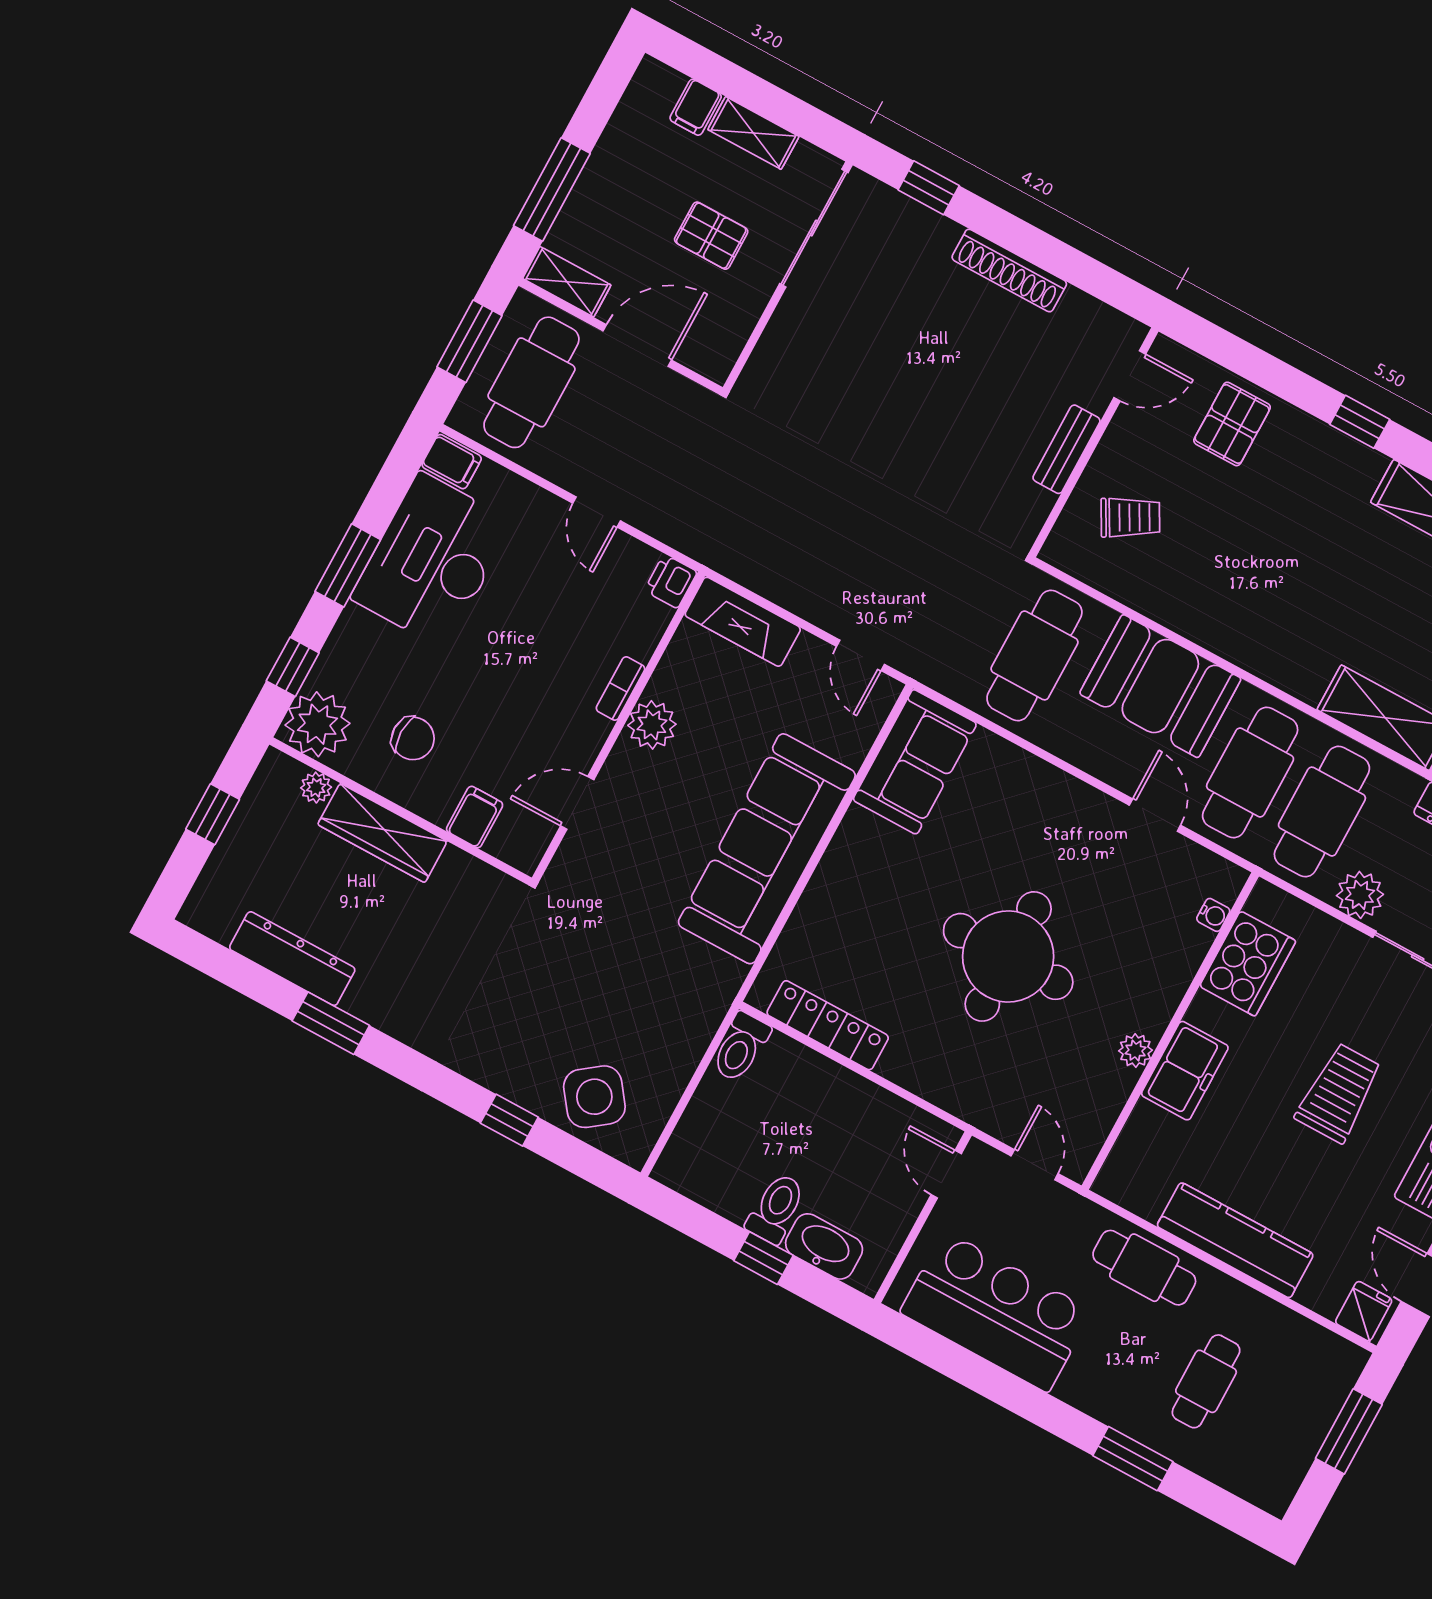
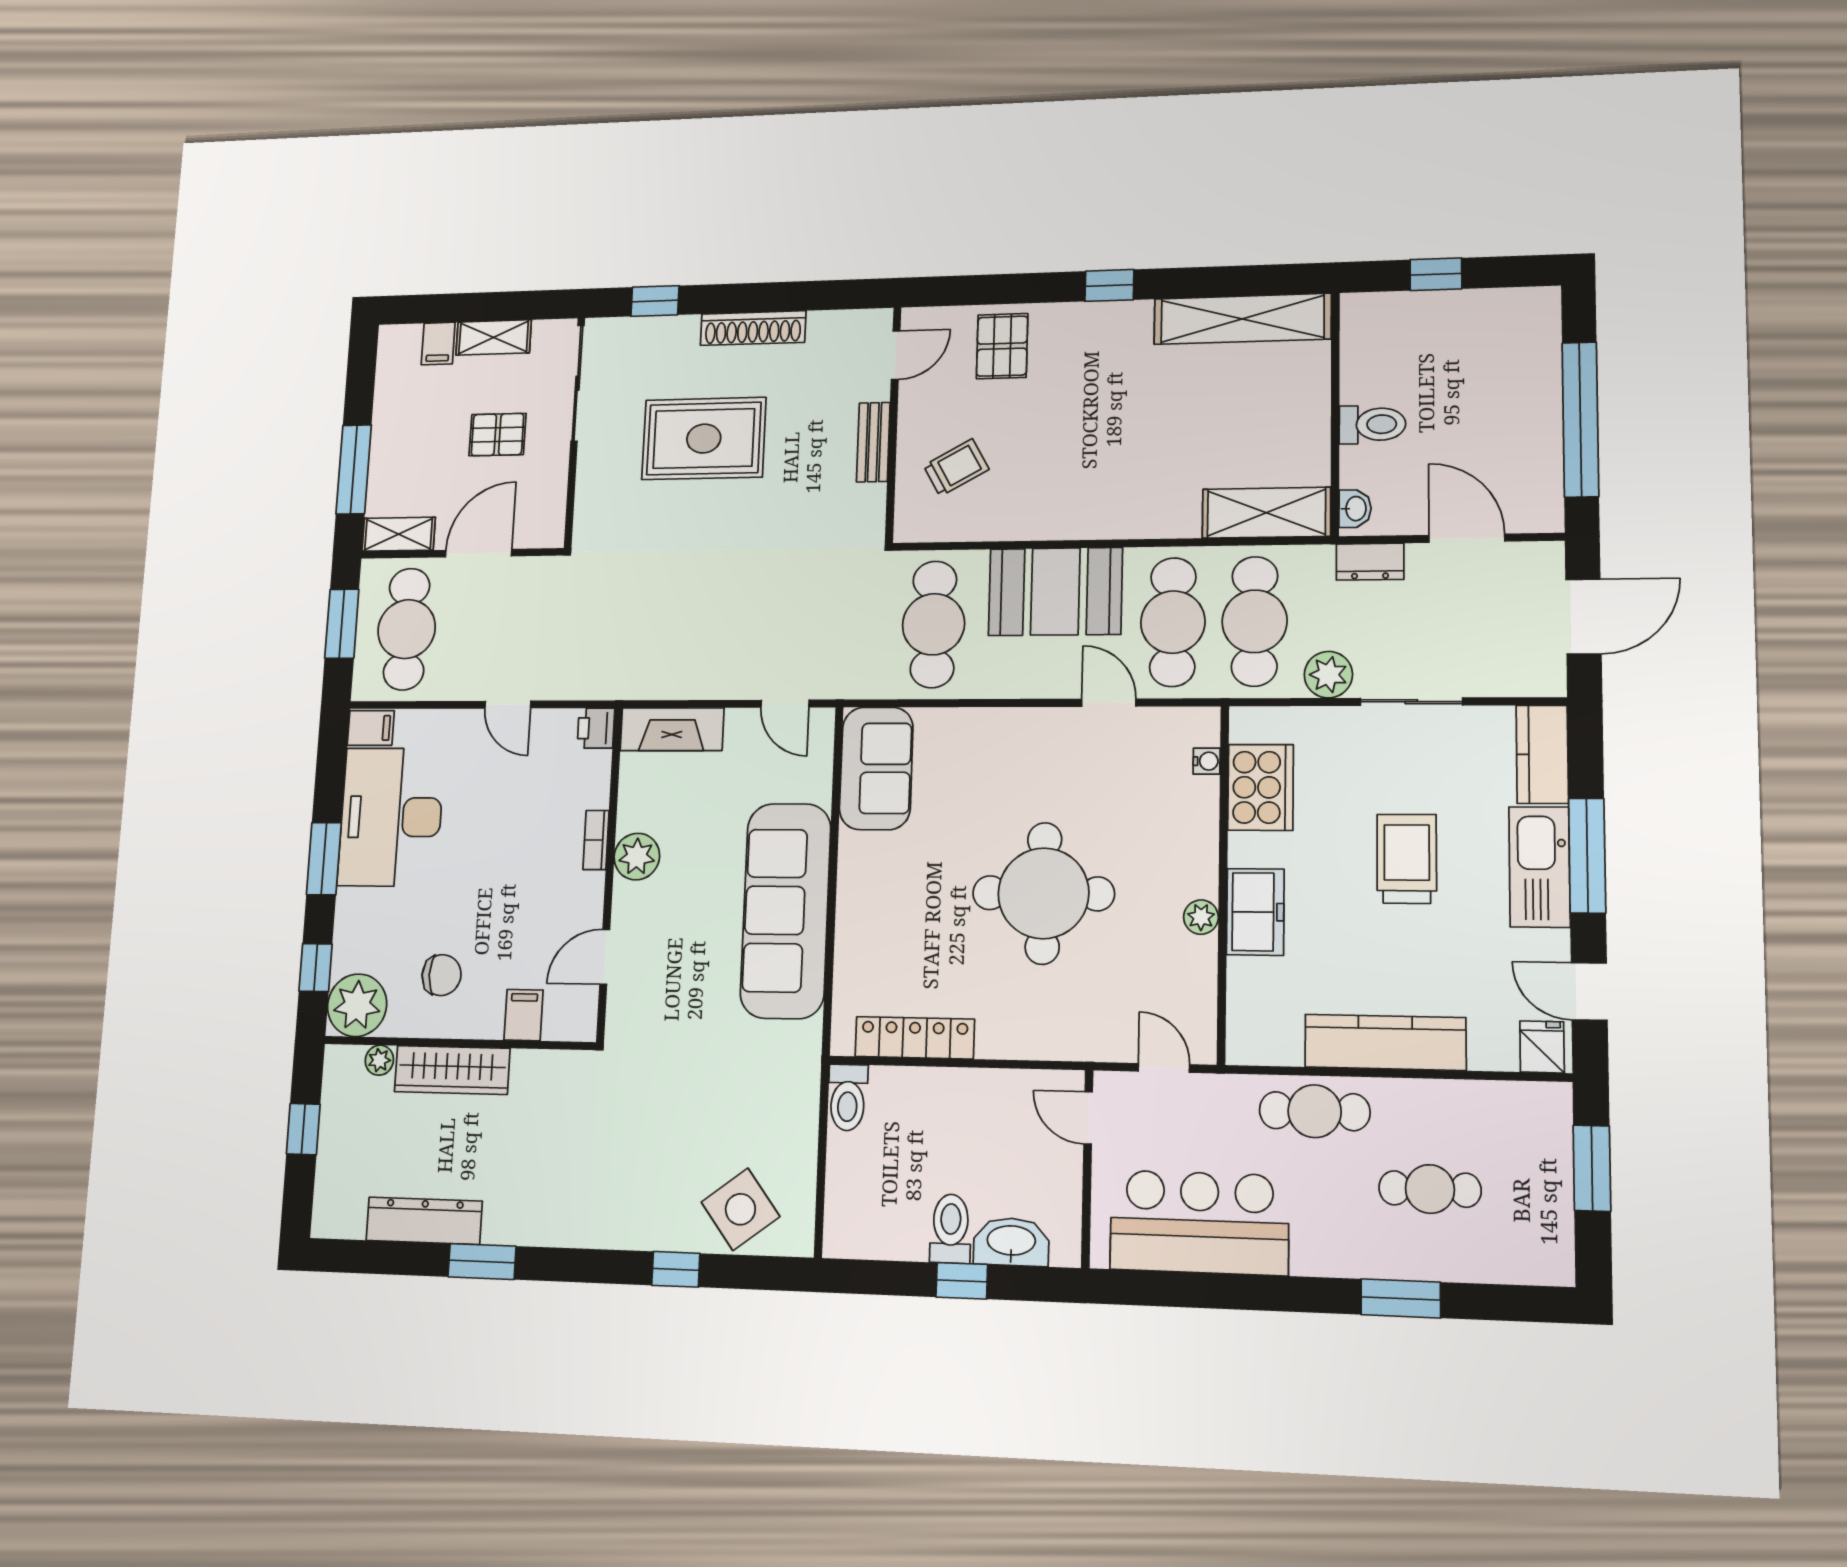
rug: (909, 354) -> (704, 439), added
cafe table: (1206, 1381) -> (1430, 1189), turned 90

